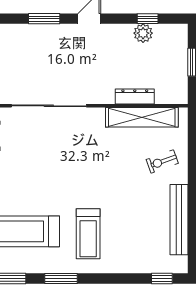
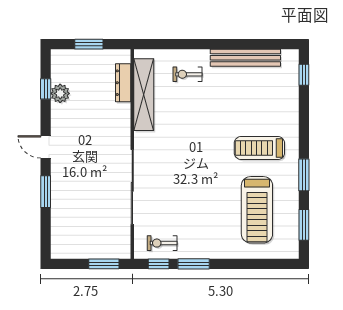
dresser: (135, 97) -> (123, 83), moved
exercise bike: (162, 161) -> (187, 74), turned 110
treadmill: (88, 234) -> (259, 148), turned 180

